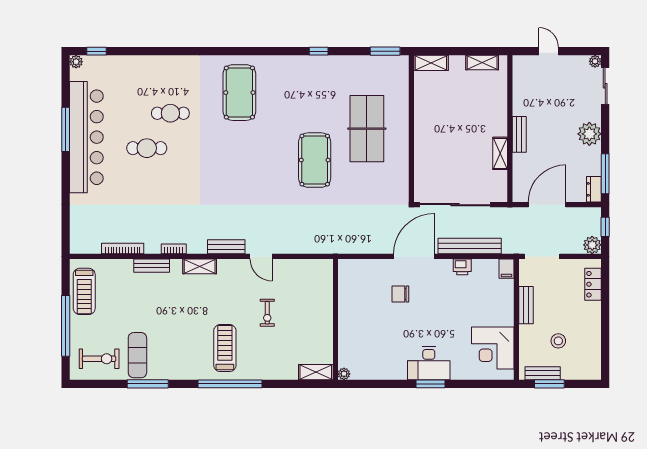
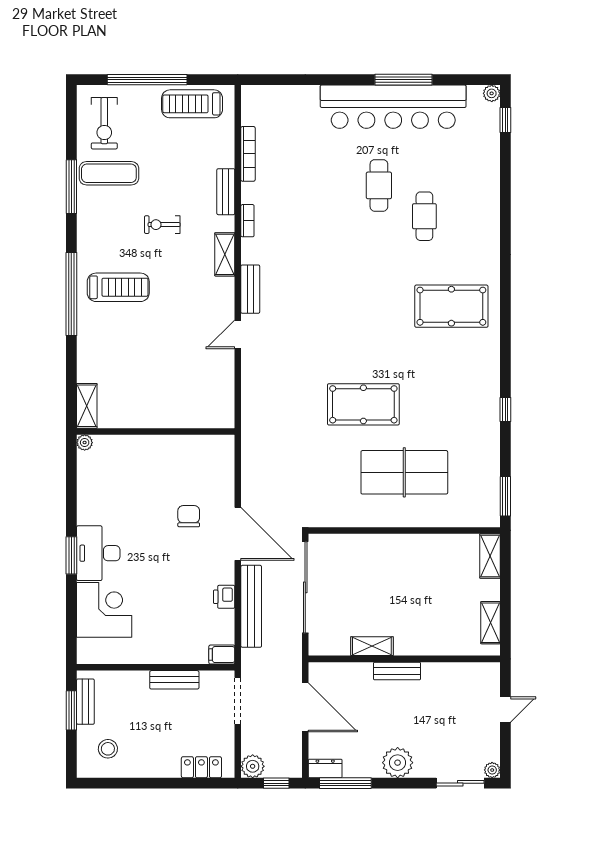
exercise bike: (267, 313) -> (162, 225), moved
stool: (558, 341) -> (108, 749), moved
corner desk: (493, 348) -> (104, 610), moved, turned 90

